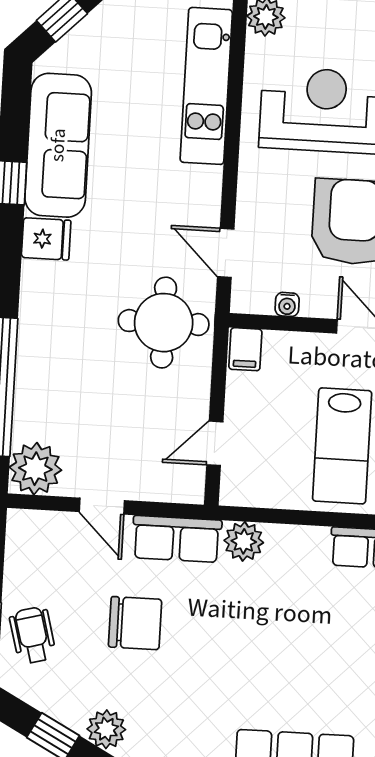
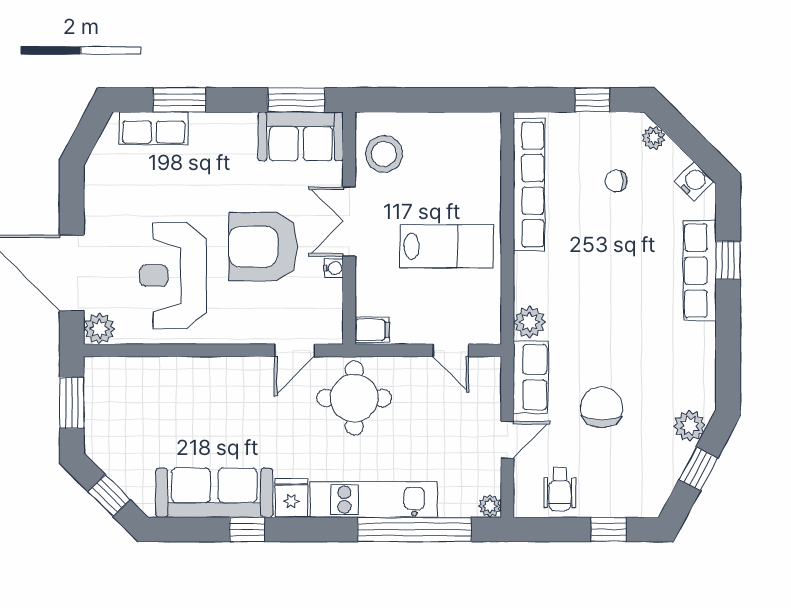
kitchen unit: (206, 86) -> (374, 500), moved, turned 180
water cooler: (287, 304) -> (334, 268), moved
plant: (35, 469) -> (490, 506), width x0.53, depth x0.53
wheelchair: (33, 635) -> (560, 489), moved, turned -75

